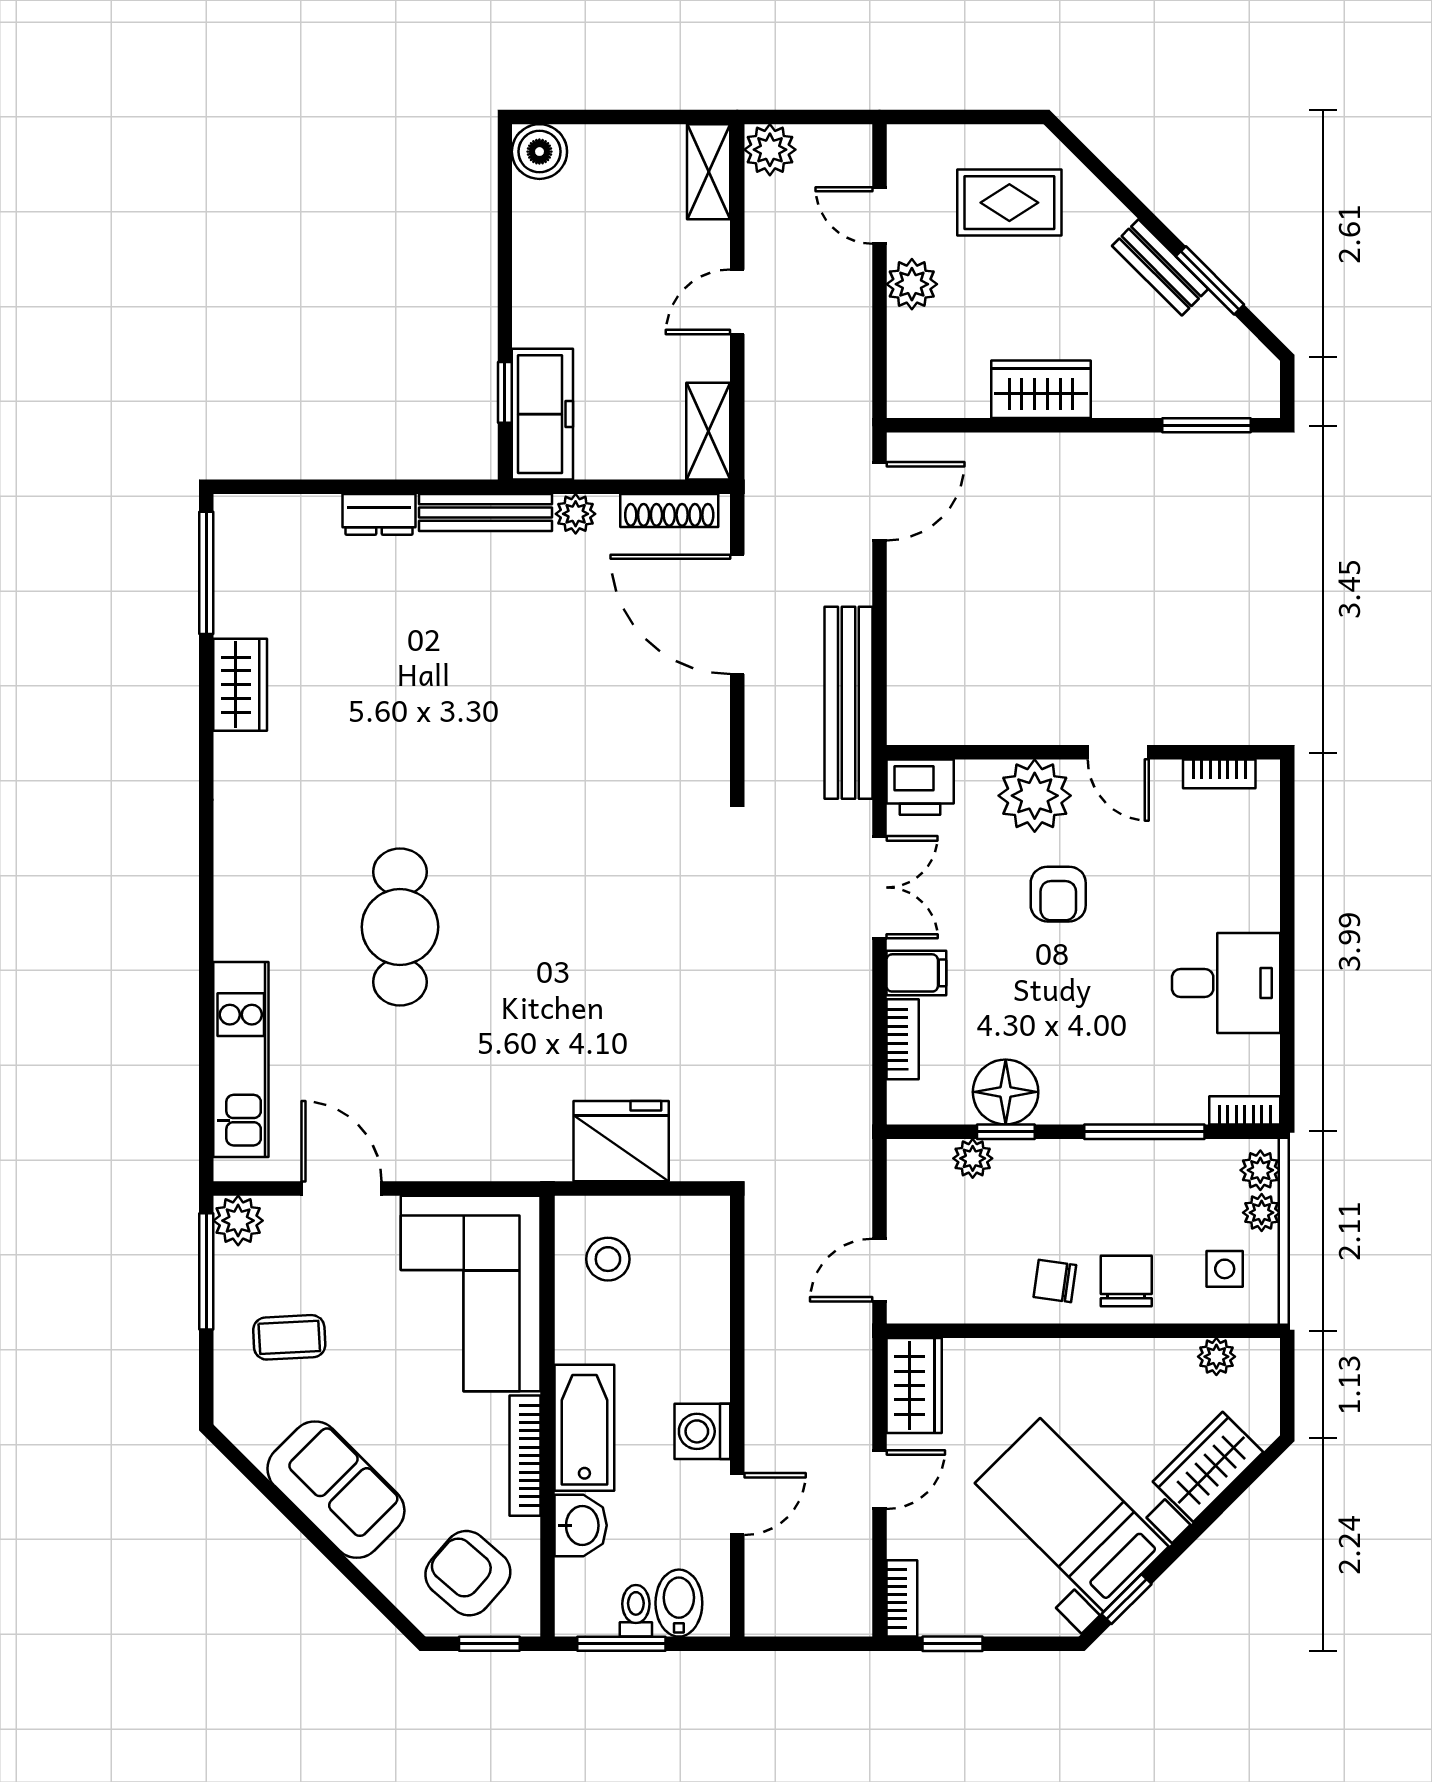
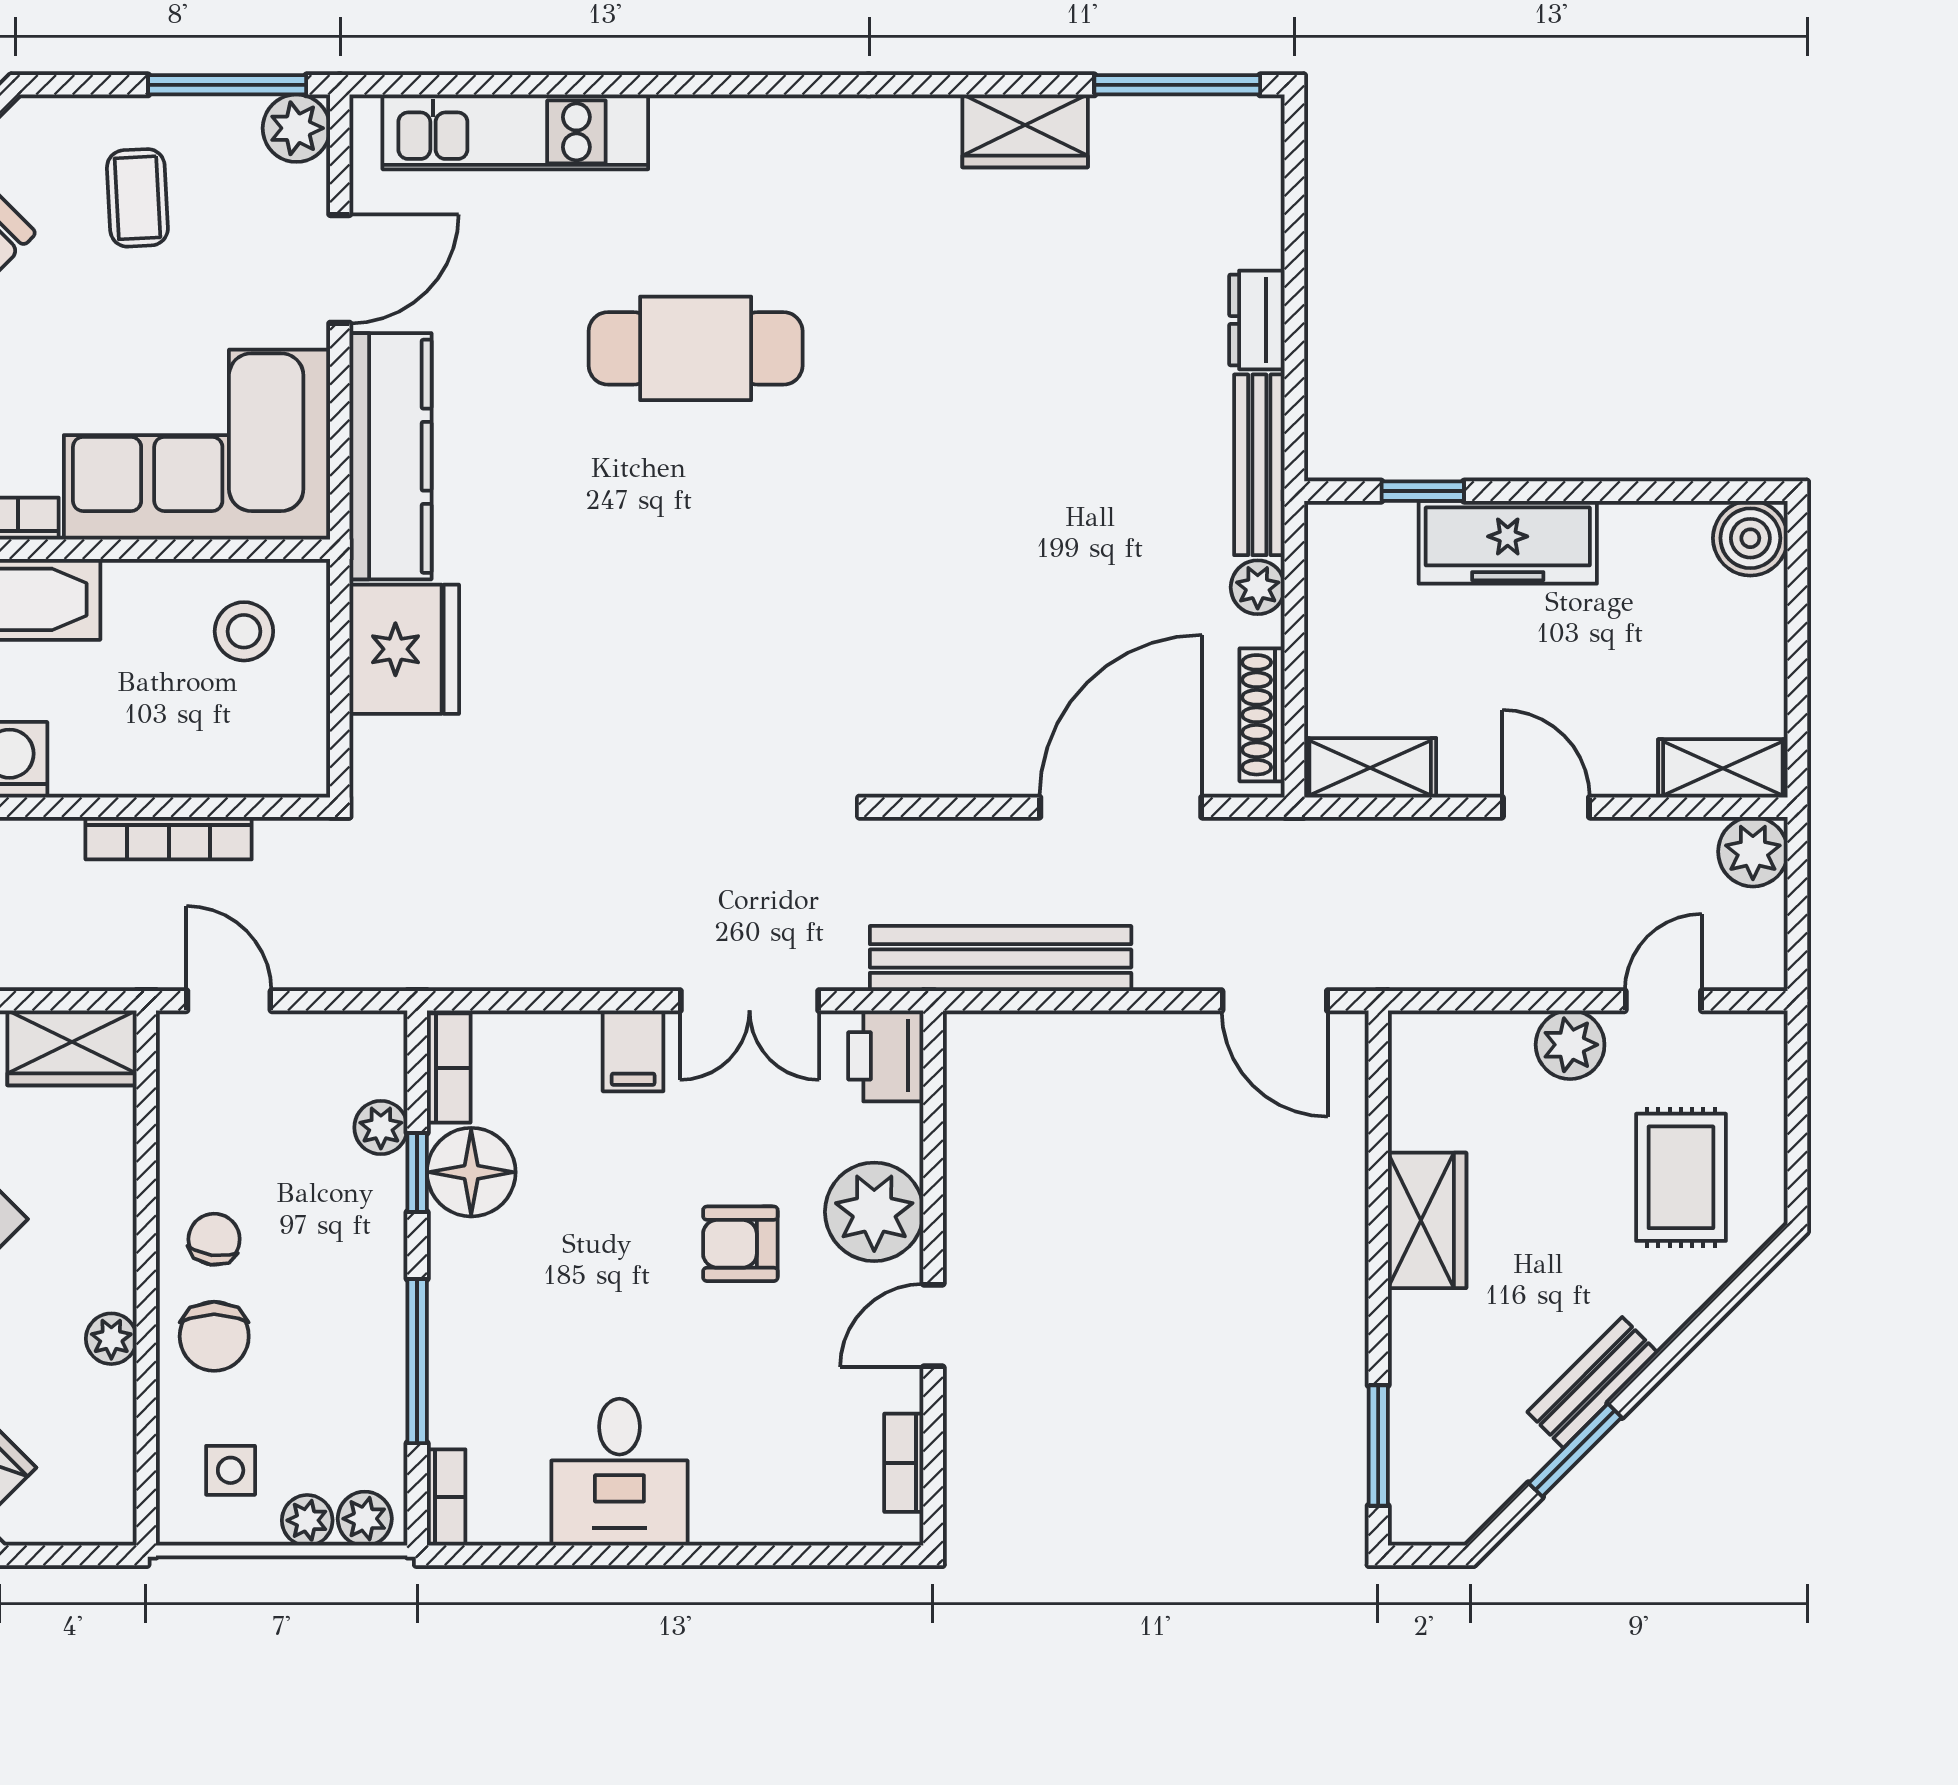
freezer: (542, 414) -> (1508, 542), moved
bookcase: (903, 1039) -> (449, 1068), moved, turned -90
kitchen counter: (479, 1151) -> (390, 456), added
chair: (1126, 1281) -> (214, 1336), turned 90
bookcase: (760, 1314) -> (169, 838), added
plant: (1216, 1357) -> (111, 1339), moved

